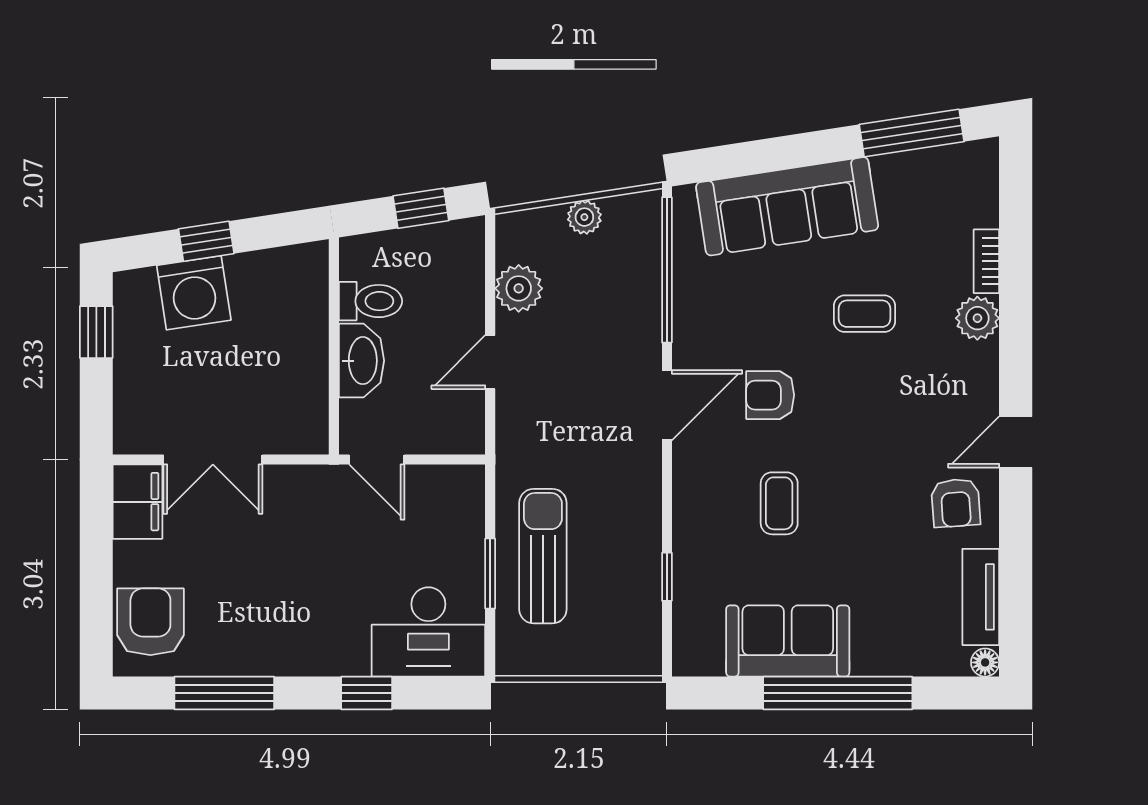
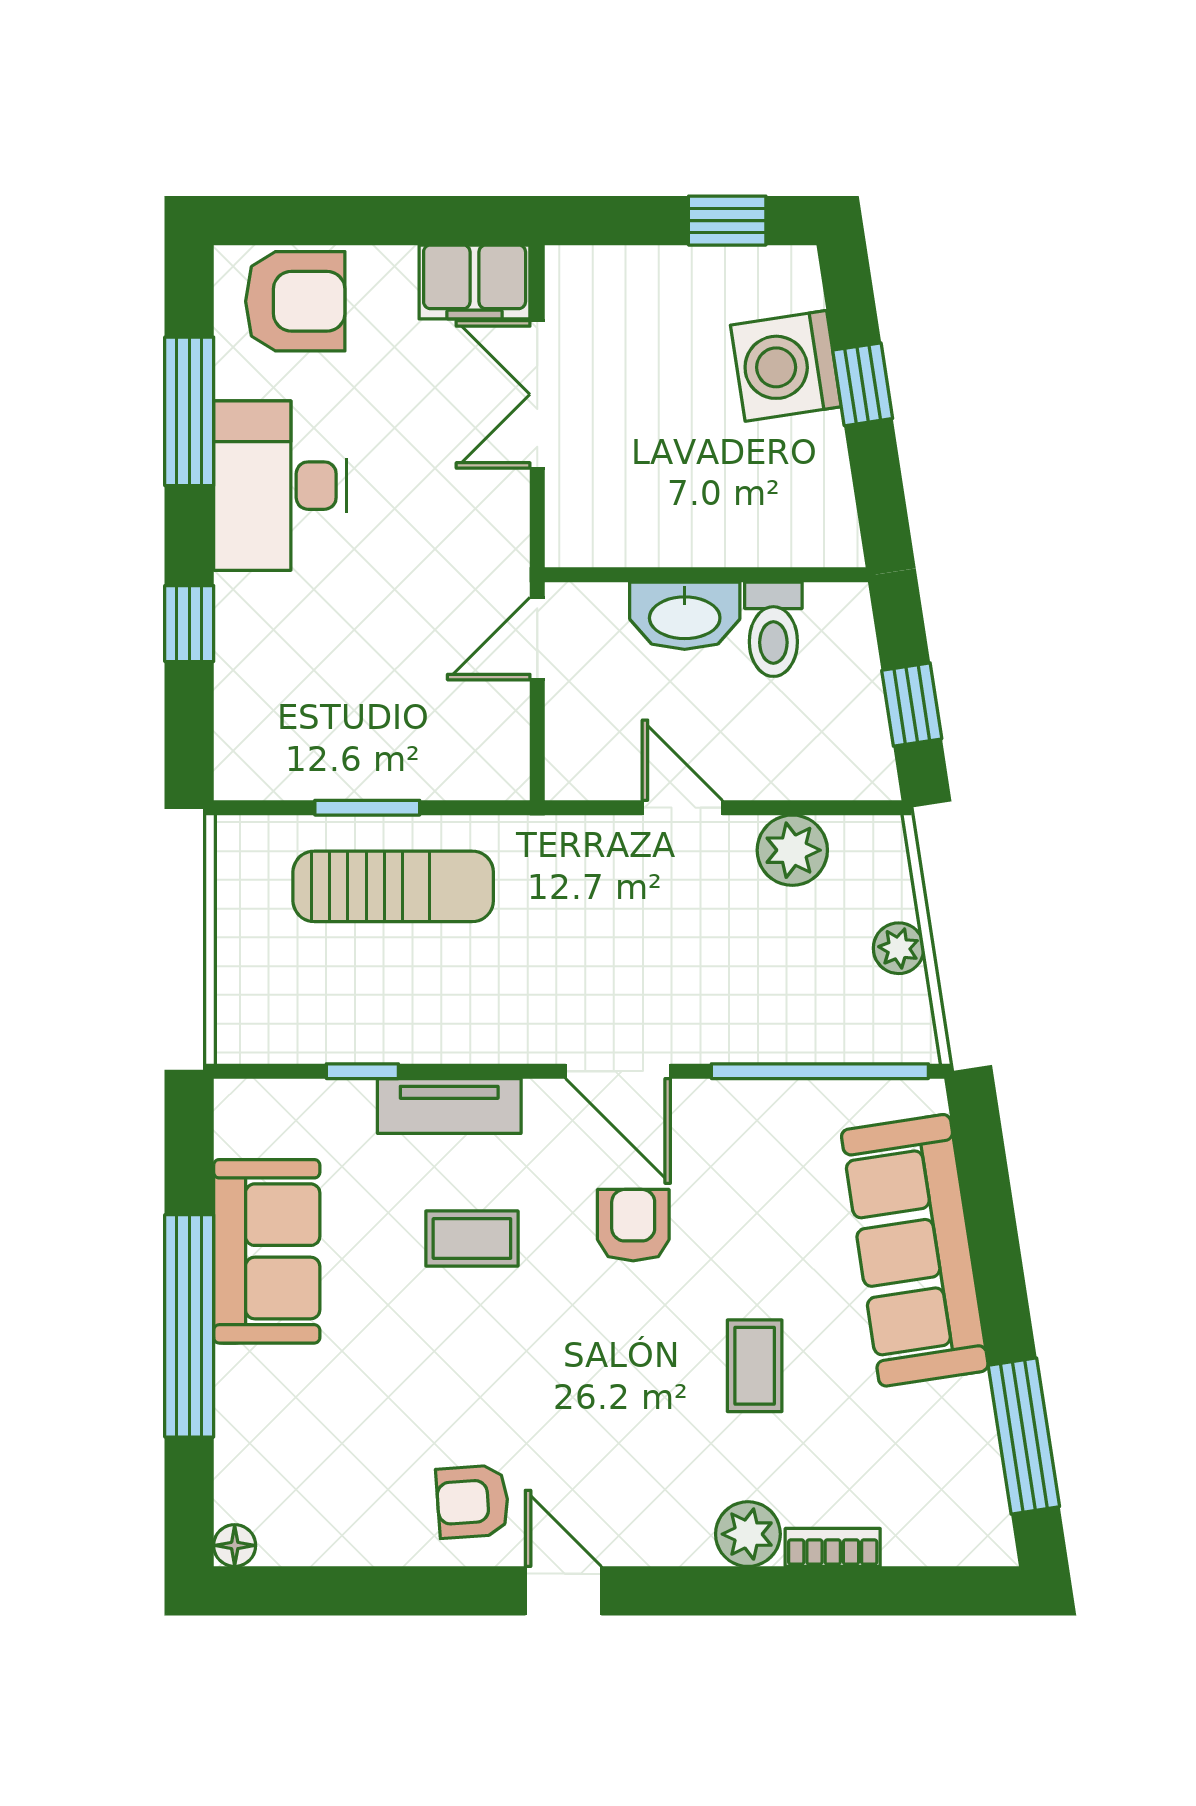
tv unit: (981, 597) -> (449, 1106), moved, turned 180
desk: (428, 632) -> (280, 486), moved

